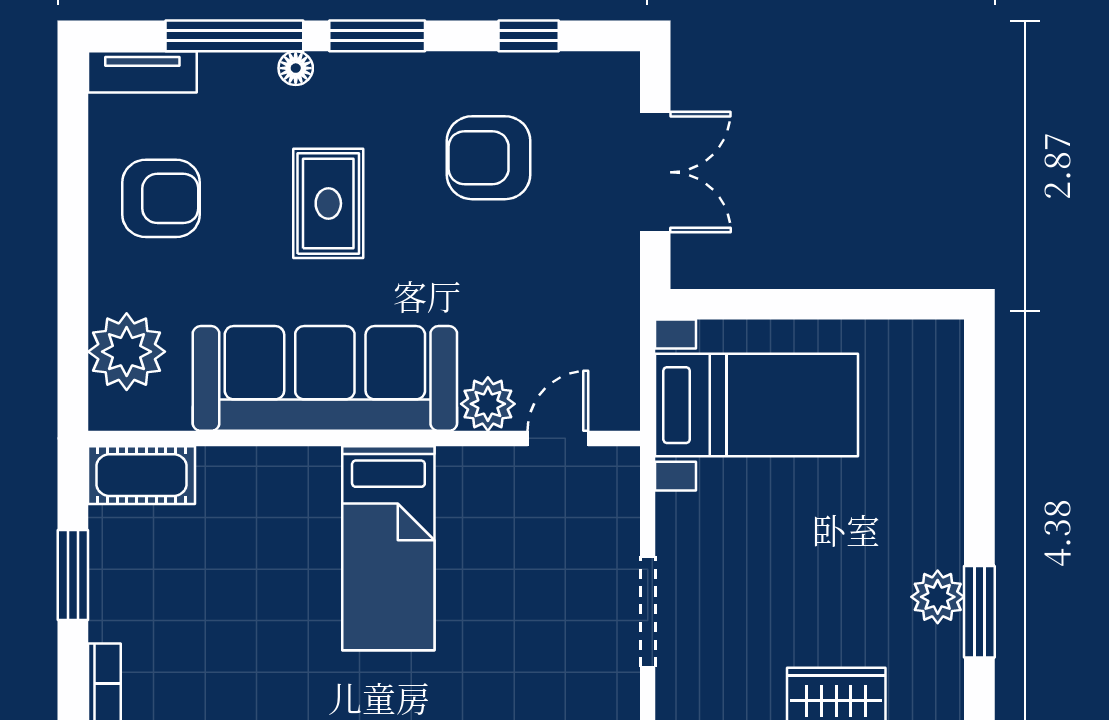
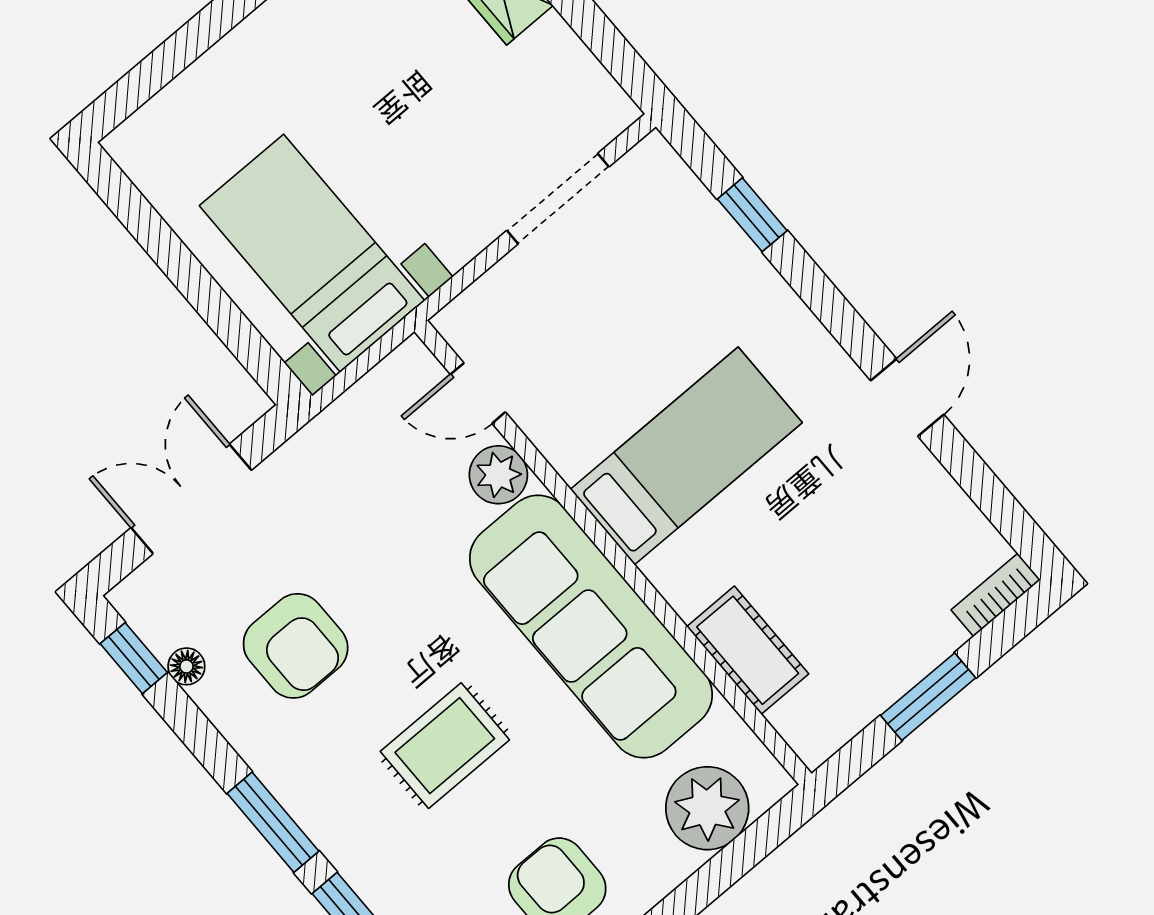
window: (529, 36) -> (134, 658), moved
floor lamp: (296, 68) -> (186, 666), moved
cot: (142, 475) -> (748, 650), moved

